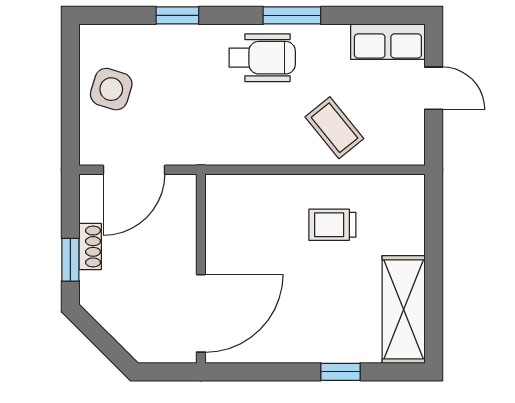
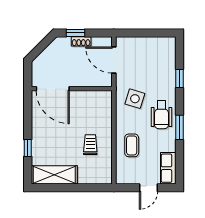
side table: (111, 89) -> (135, 99), moved
coffee table: (334, 128) -> (132, 145), turned -51

